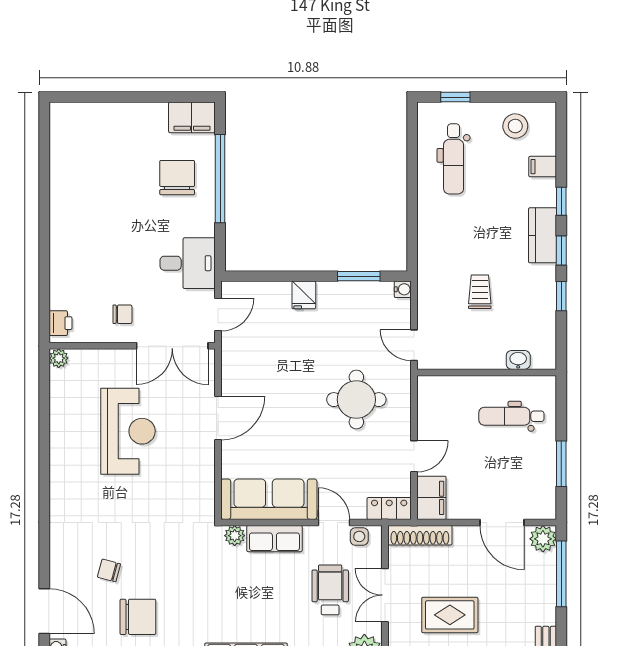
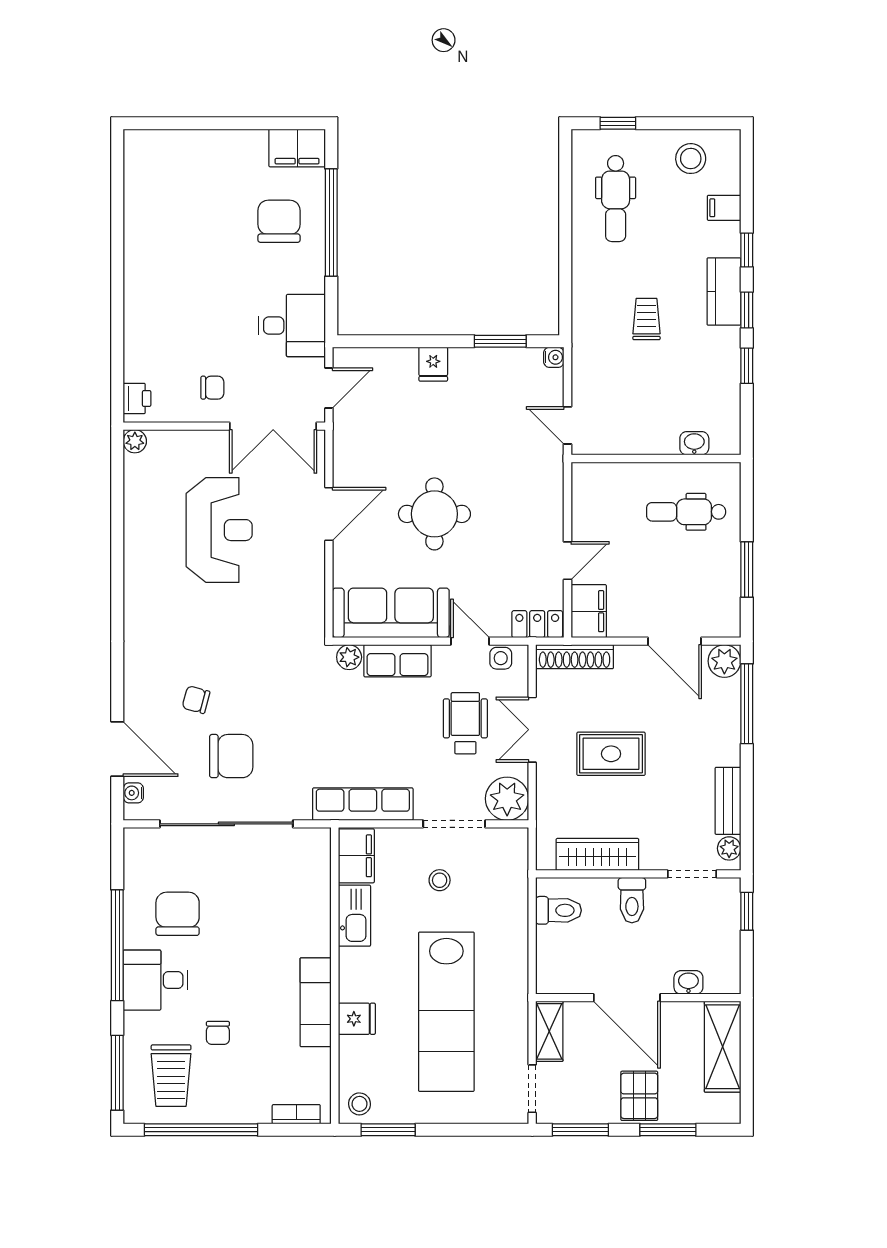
trolley: (480, 292) -> (646, 319), moved
round table: (356, 400) -> (434, 514), moved

